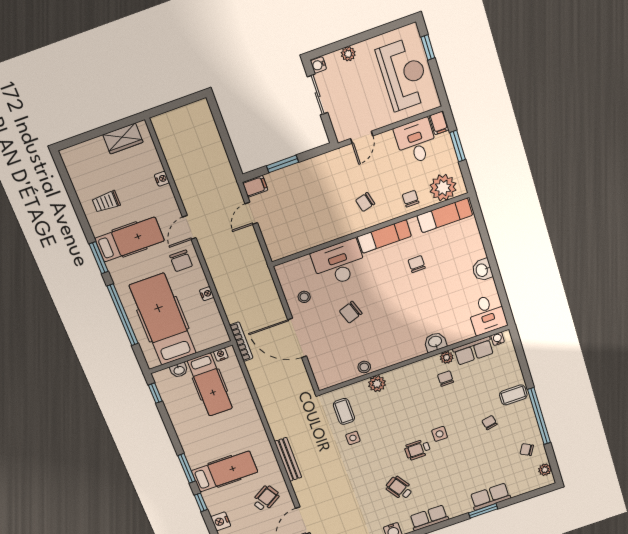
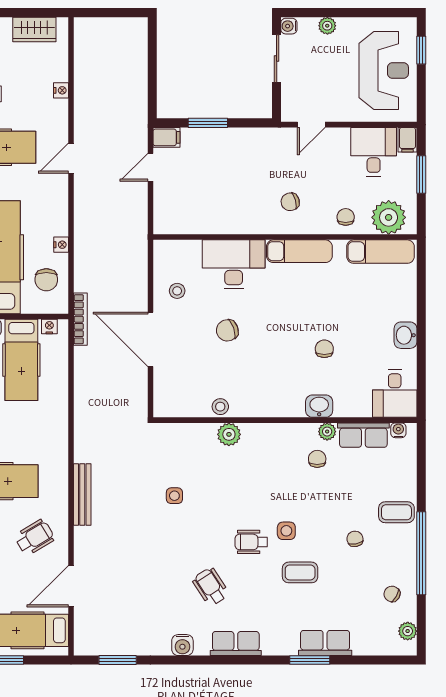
chair: (181, 261) -> (46, 280), moved
chair: (417, 264) -> (324, 349), moved
coffee table: (344, 411) -> (300, 572), moved, turned 90

